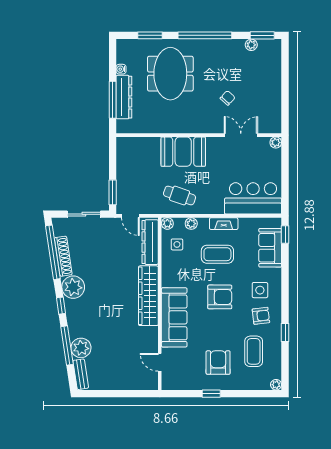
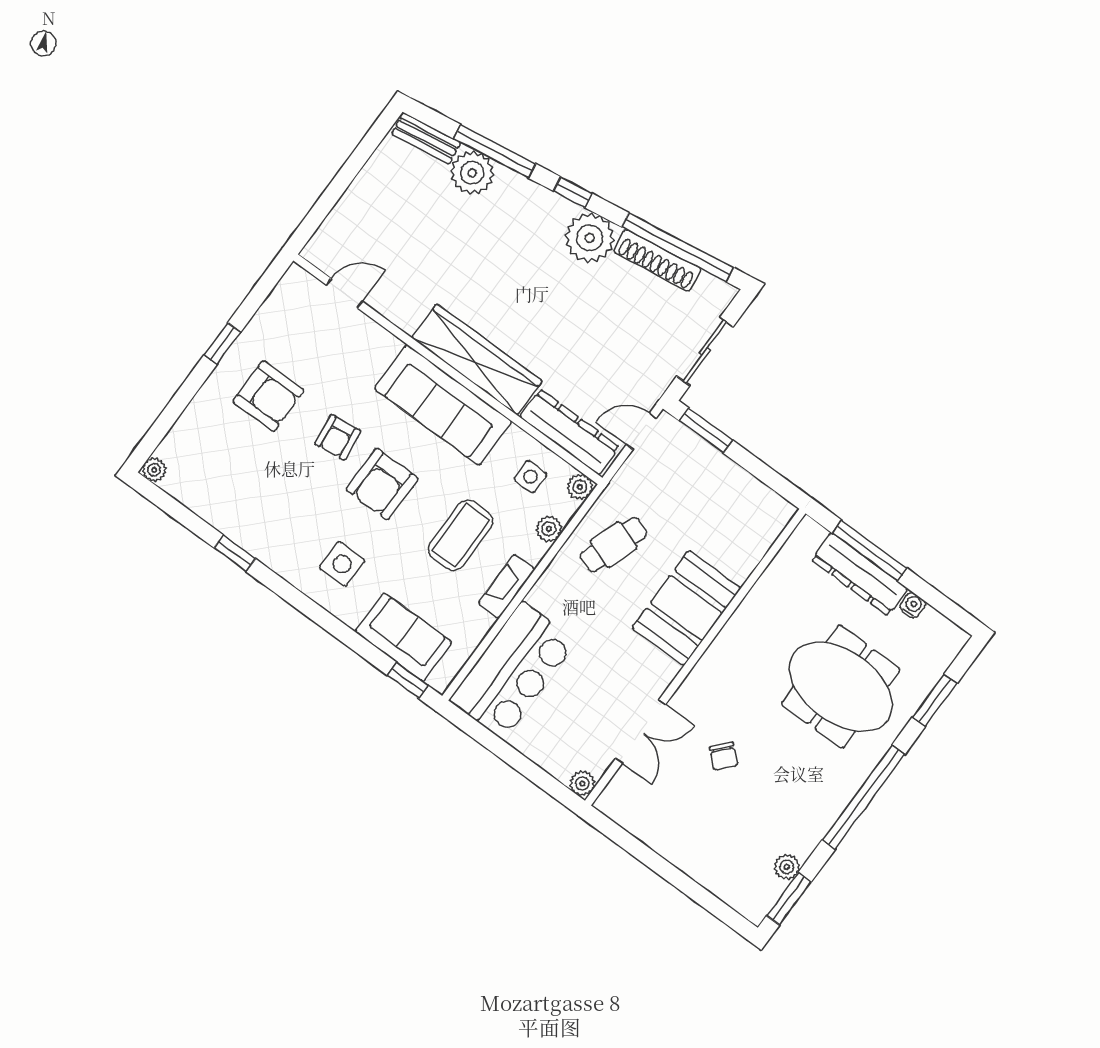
armchair: (261, 316) -> (338, 437), moved
sofa: (174, 317) -> (443, 405), moved
coffee table: (254, 351) -> (242, 473), removed

